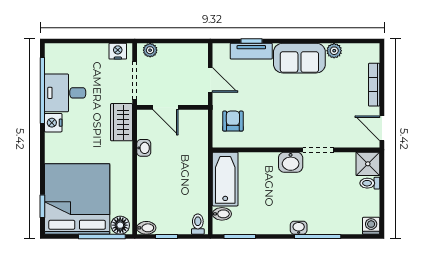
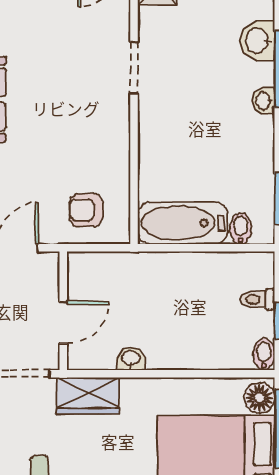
washbasin: (291, 162) -> (258, 41), moved, turned 180
toilet: (198, 224) -> (258, 299), moved

